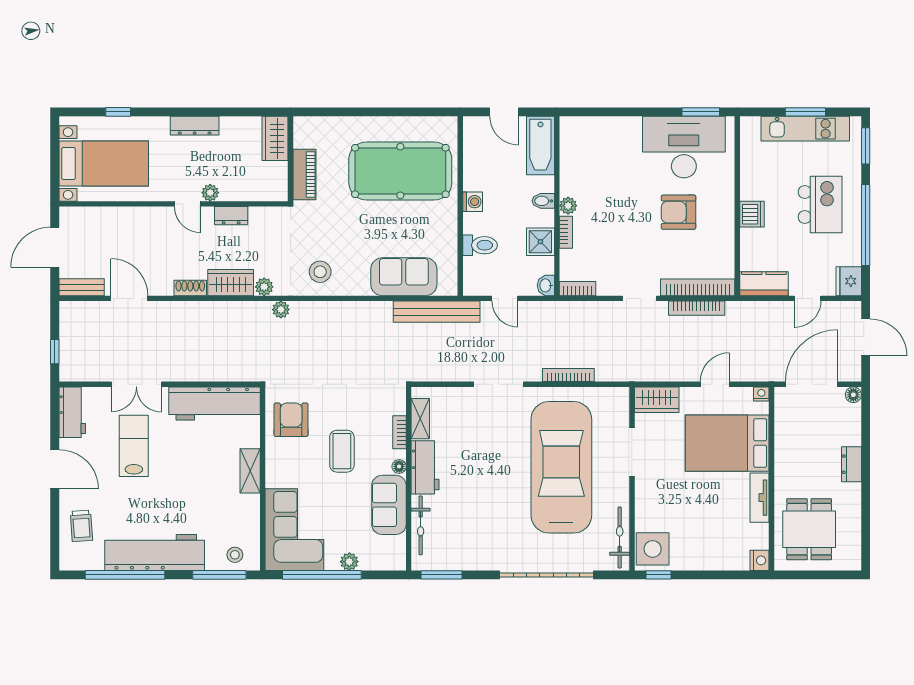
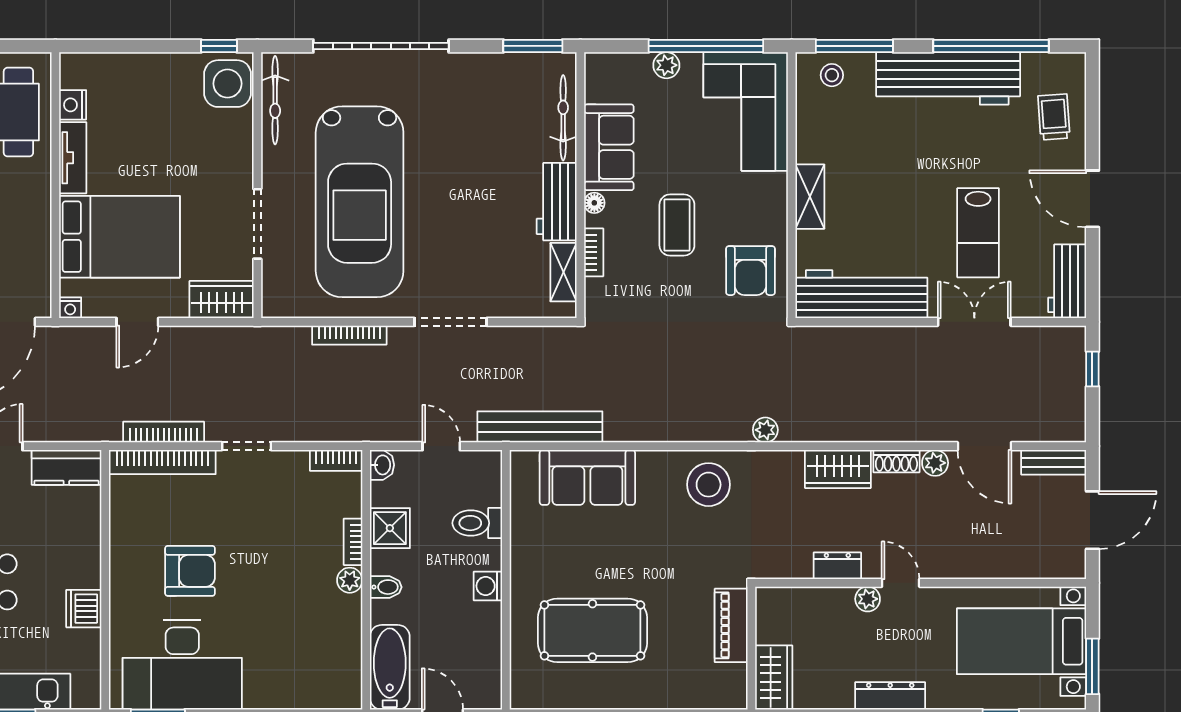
window: (55, 146) -> (1092, 666), added
pool table: (400, 171) -> (592, 630), width x0.73, depth x0.76
dishwasher: (752, 214) -> (84, 609), moved
stool: (320, 272) -> (709, 485), width x1.38, depth x1.38
plant: (264, 287) -> (935, 463), moved
nightstand: (760, 560) -> (73, 105), moved

